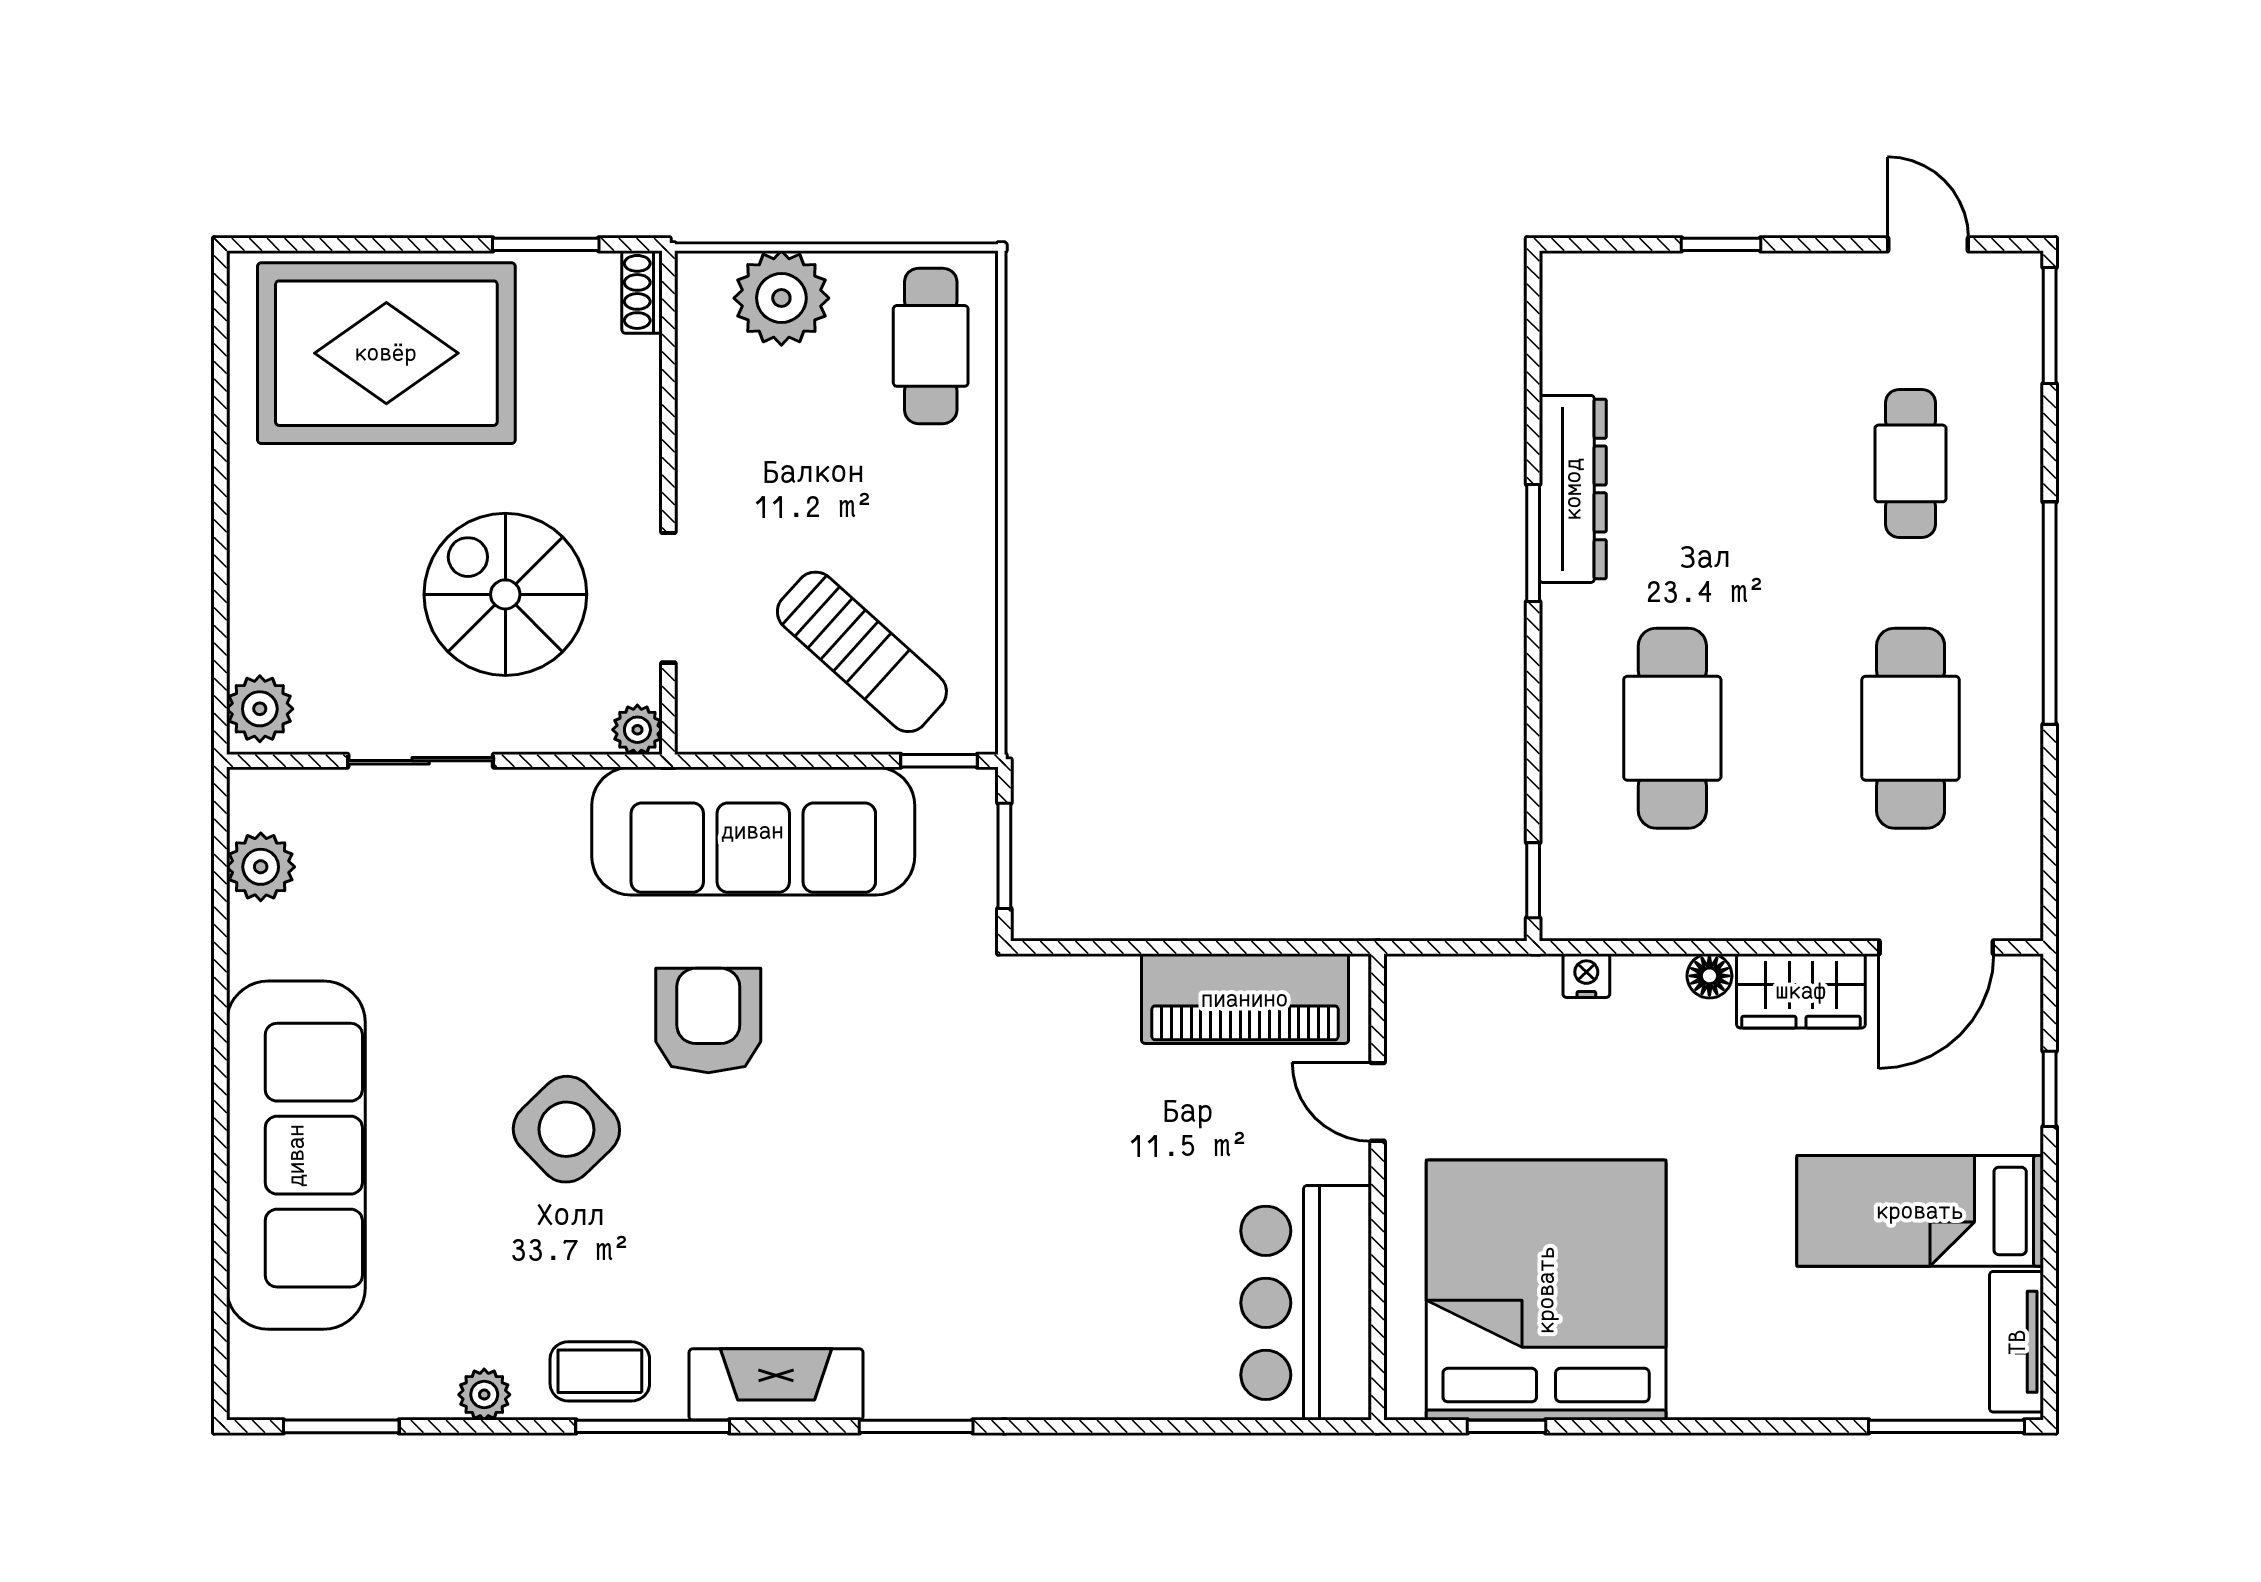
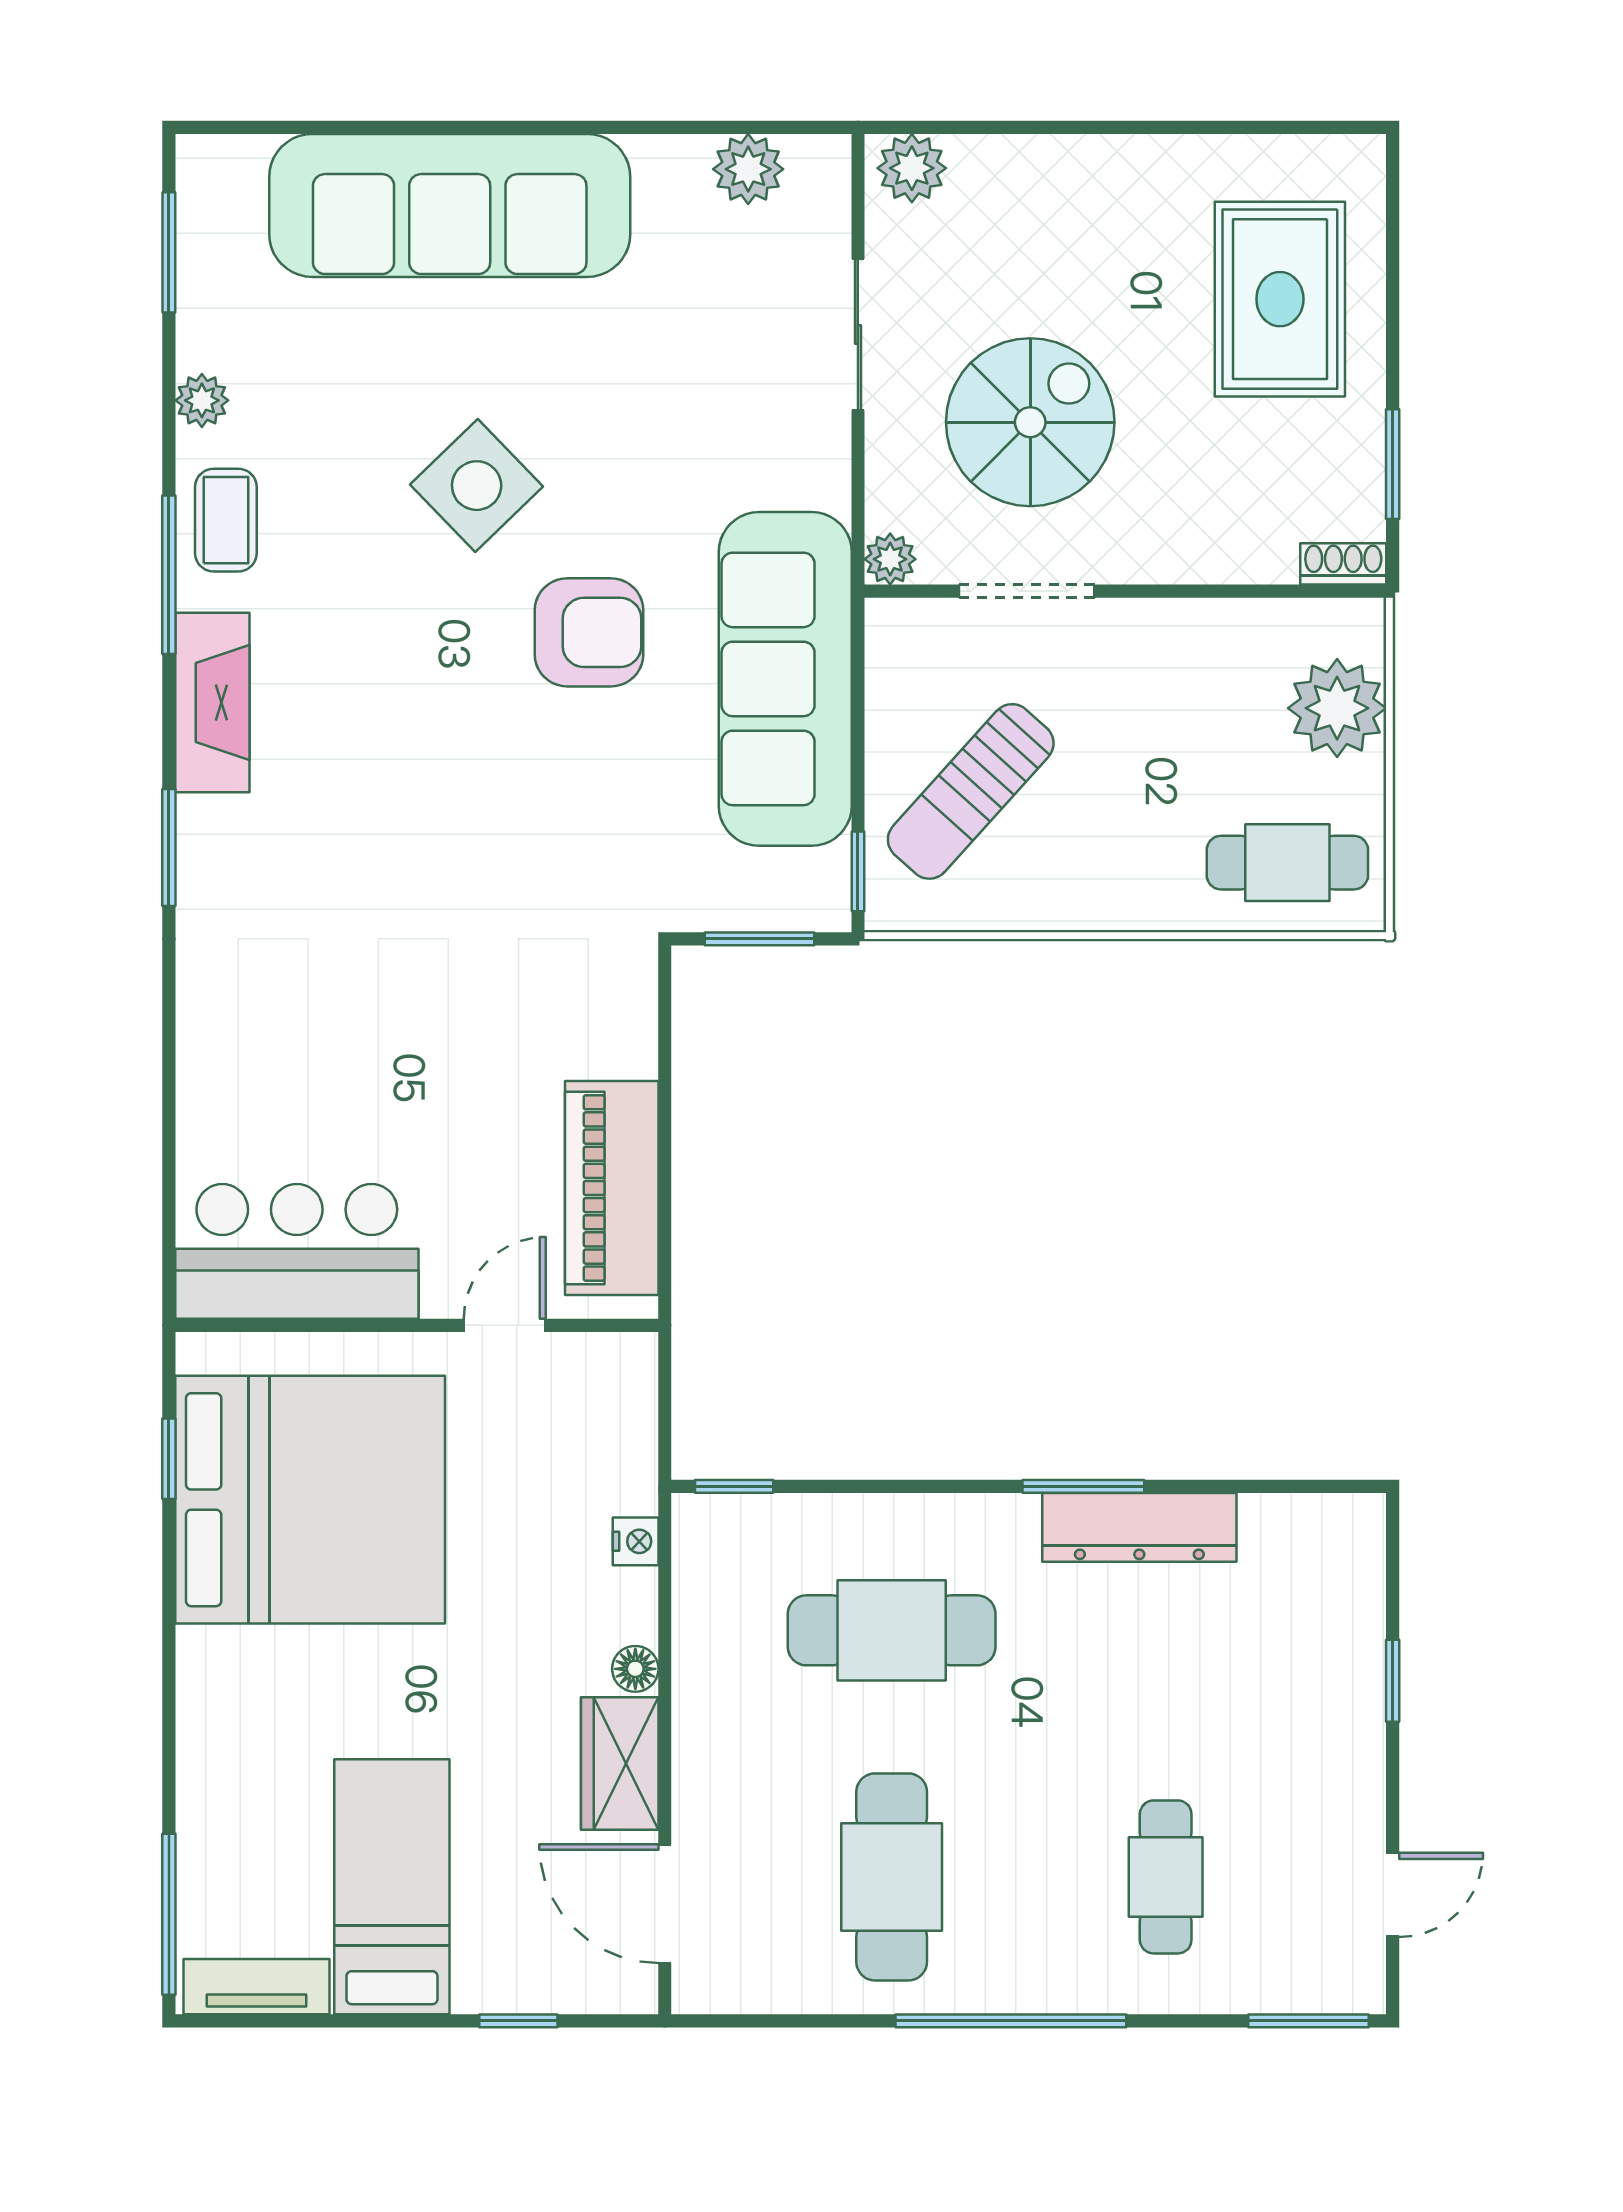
rug: (386, 353) -> (1280, 299), width x0.73, depth x0.69
cafe table: (1911, 463) -> (1166, 1877), turned 90
cafe table: (1911, 728) -> (892, 1877), turned 90

